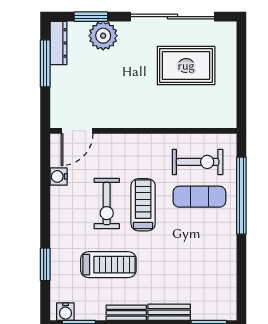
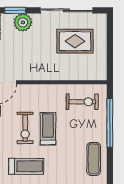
exercise mat: (199, 197) -> (94, 159), moved, turned 90

